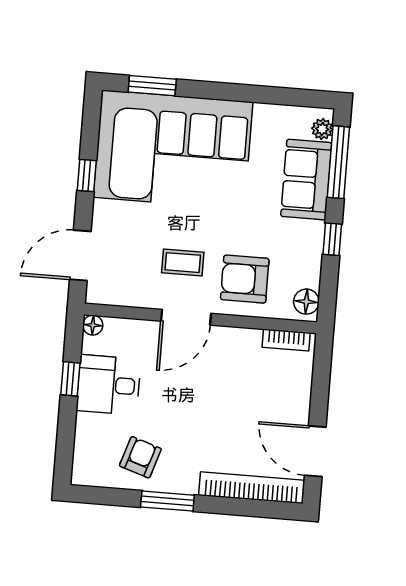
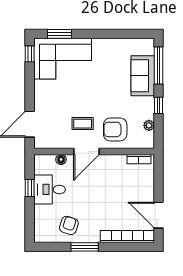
plant: (322, 129) -> (149, 125), moved
corner sofa: (173, 150) -> (63, 59), width x0.73, depth x0.74
window: (87, 176) -> (30, 54), moved
floor lamp: (306, 302) -> (148, 139), removed
floor lamp: (93, 325) -> (61, 159), moved

